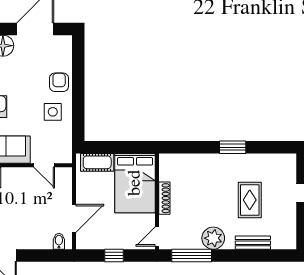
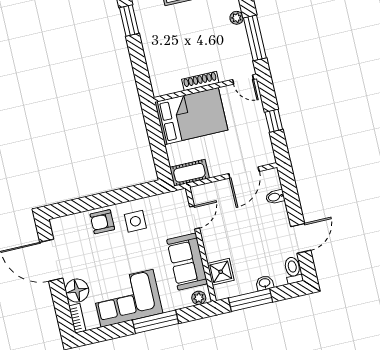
cot: (97, 162) -> (189, 173), moved, turned 90
door: (74, 218) -> (244, 172), swing flipped
plant: (213, 238) -> (237, 18), width x0.53, depth x0.53
bidet: (59, 241) -> (275, 197), moved

